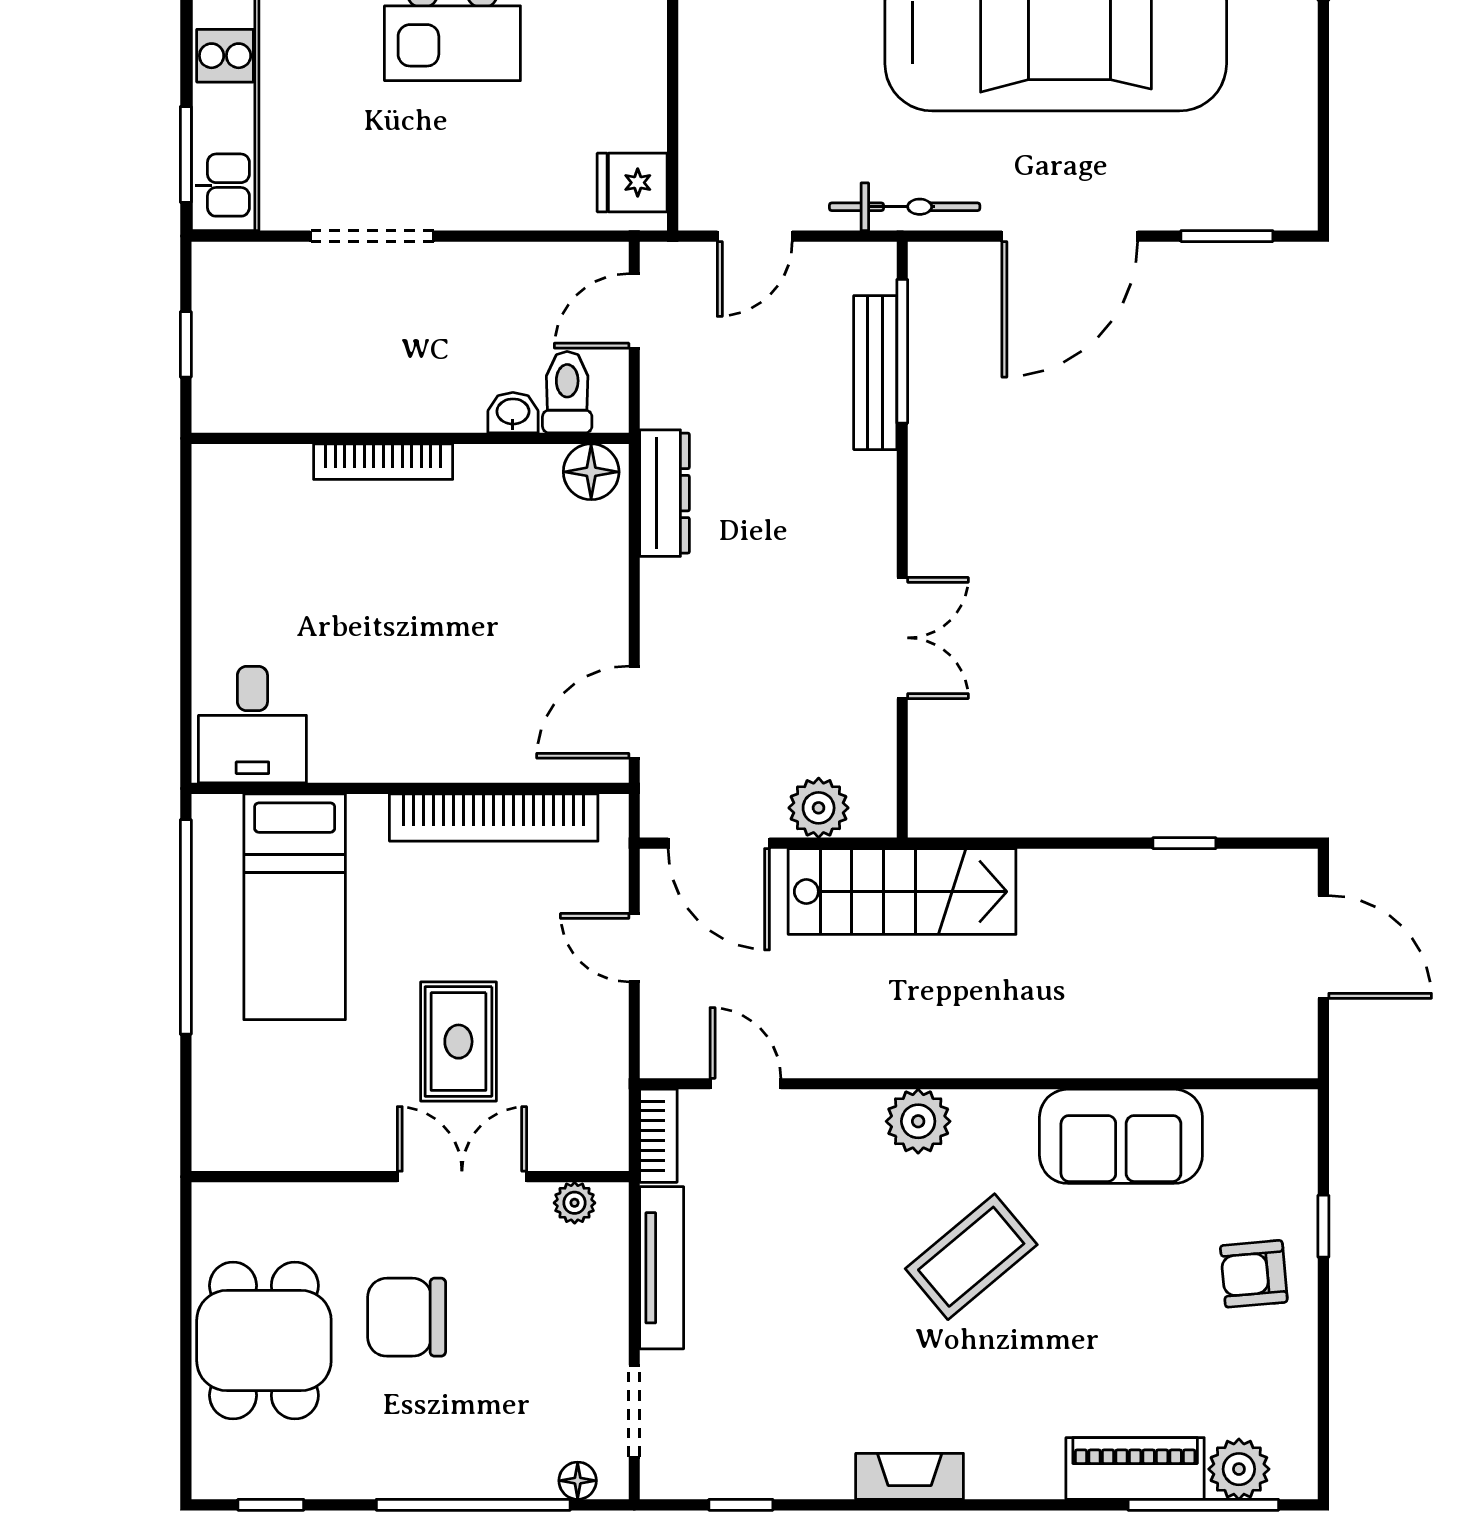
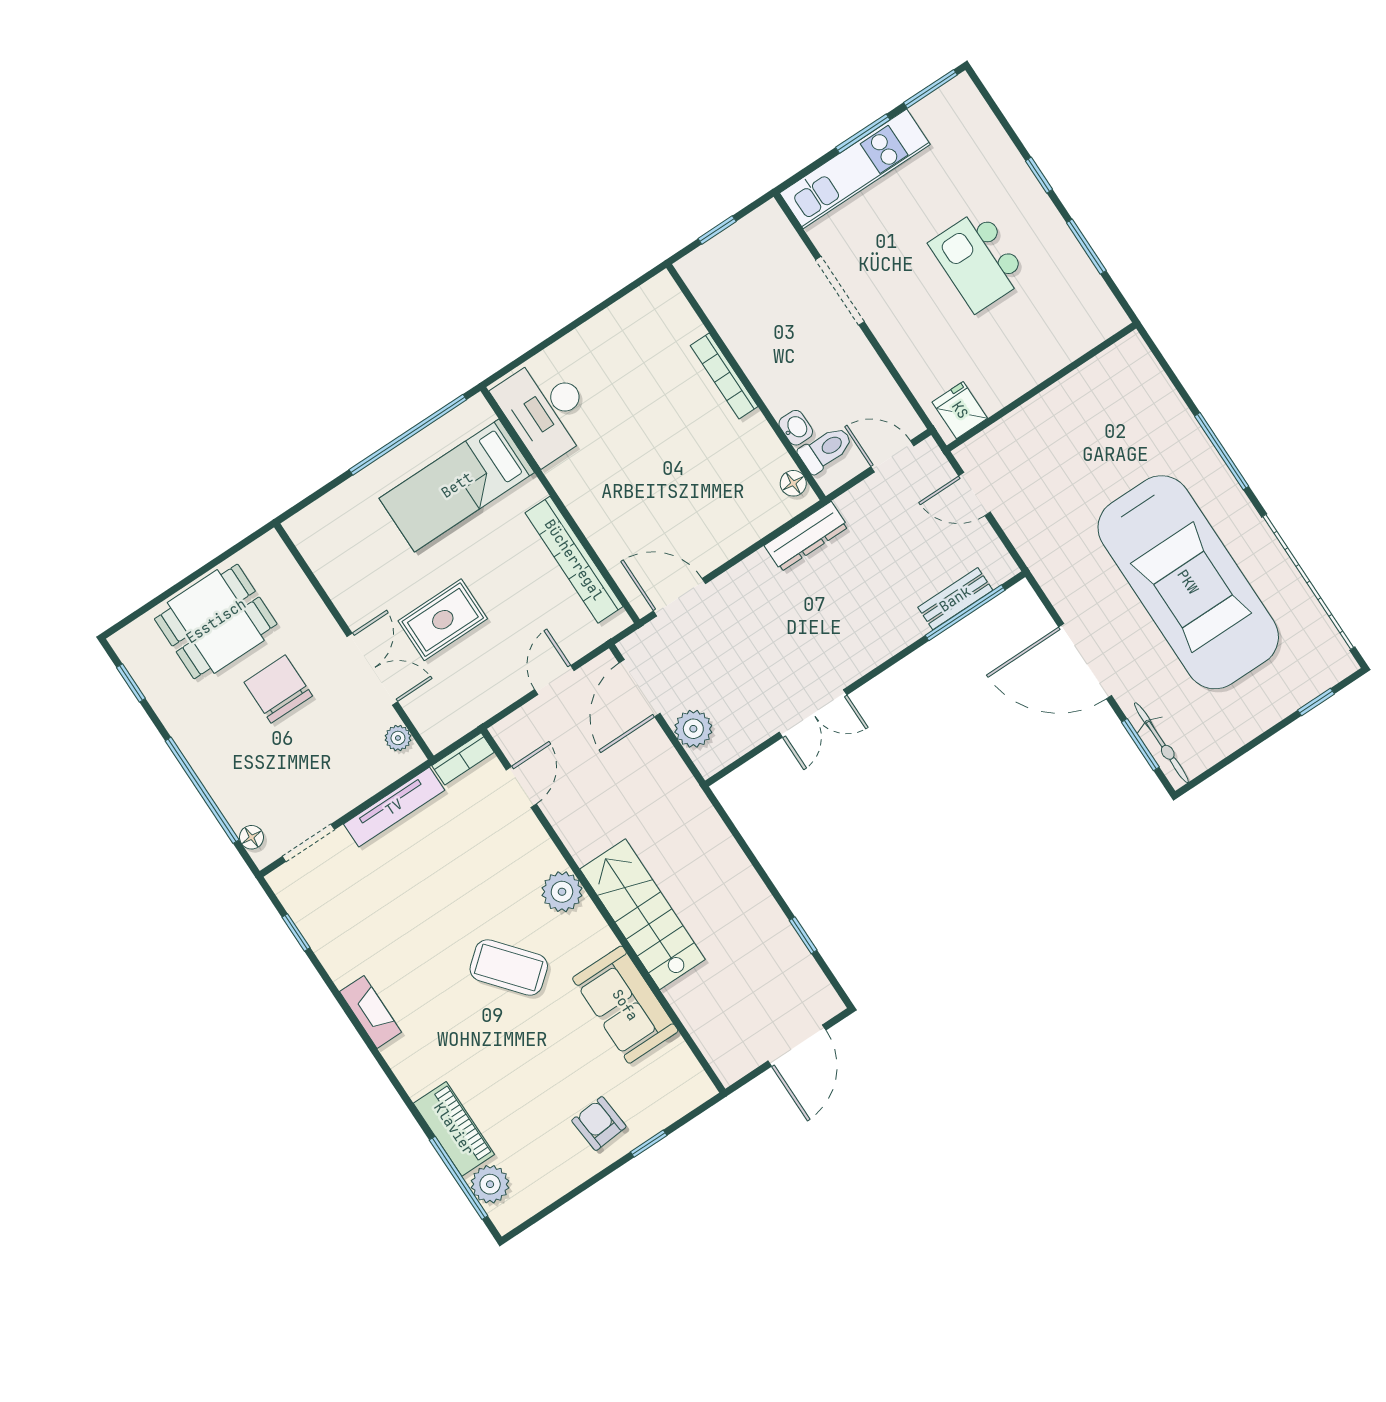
window: (186, 154) -> (863, 134), moved
bicycle: (905, 207) -> (1161, 743), moved
bench: (875, 373) -> (955, 599), width x0.73
floor lamp: (591, 472) -> (793, 483), width x0.73, depth x0.73
desk: (252, 725) -> (546, 410), width x1.37
stairs: (902, 892) -> (642, 914), moved, turned 180

